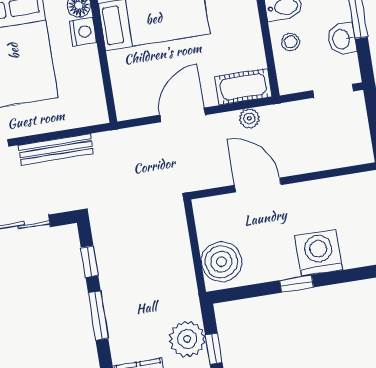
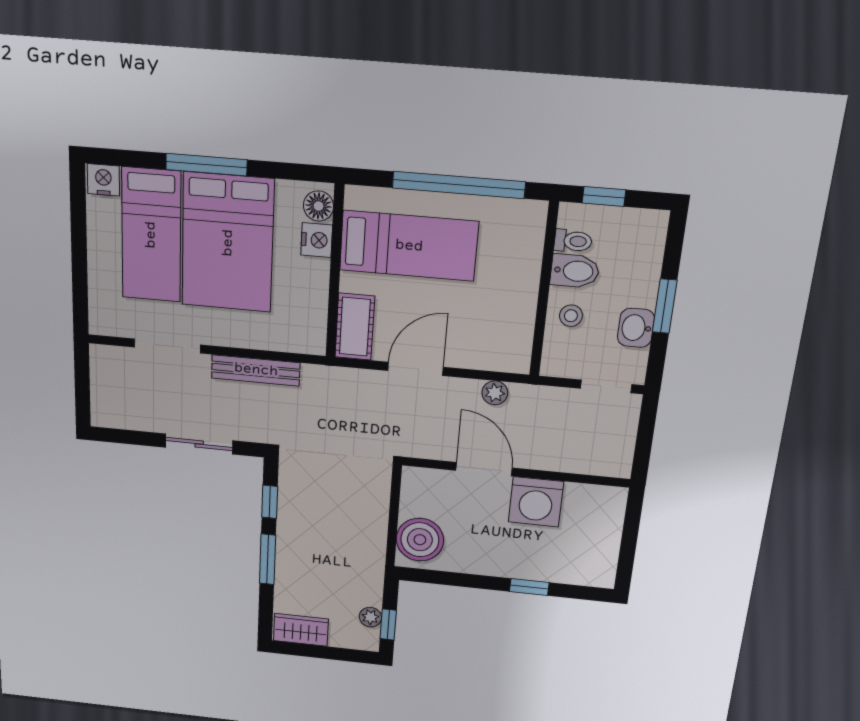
cot: (243, 87) -> (355, 327), moved, turned 90
washing machine: (319, 253) -> (536, 502), moved, turned 180
window: (297, 284) -> (529, 587), moved
plant: (187, 339) -> (370, 617), width x0.53, depth x0.53

